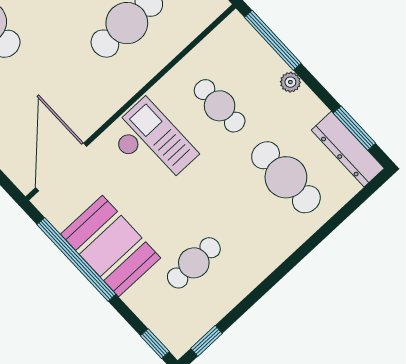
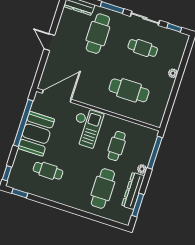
dresser: (348, 149) -> (133, 191), moved

